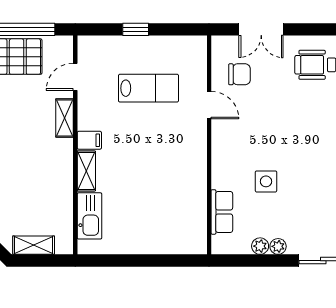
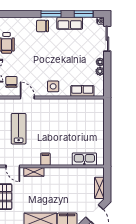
door: (209, 105) -> (27, 98), hinge flipped
shelving: (86, 171) -> (61, 161), removed
side table: (266, 181) -> (53, 86), moved

